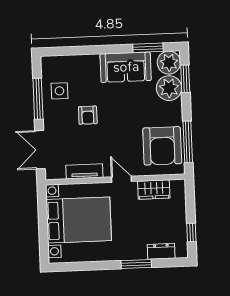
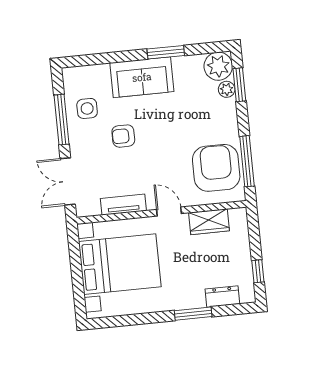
window: (148, 48) -> (166, 52), moved
sofa: (126, 67) -> (142, 77), moved
plant: (169, 88) -> (227, 89), width x0.53, depth x0.53
armchair: (88, 115) -> (123, 136), turned 90
armchair: (162, 146) -> (216, 168), turned 180

